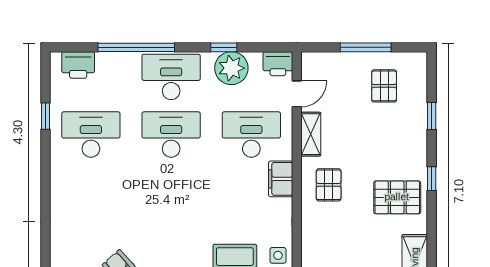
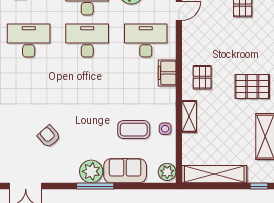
shelving: (311, 134) -> (189, 116), moved

